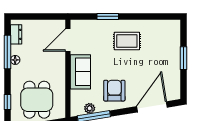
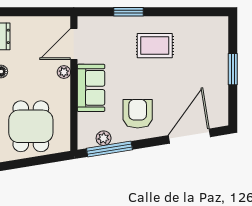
plant: (61, 60) -> (64, 72), added

